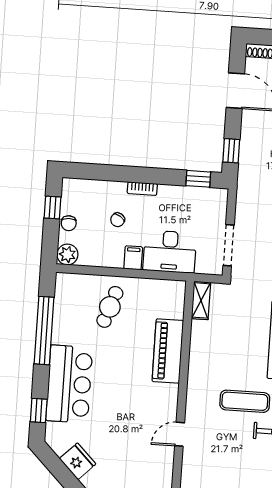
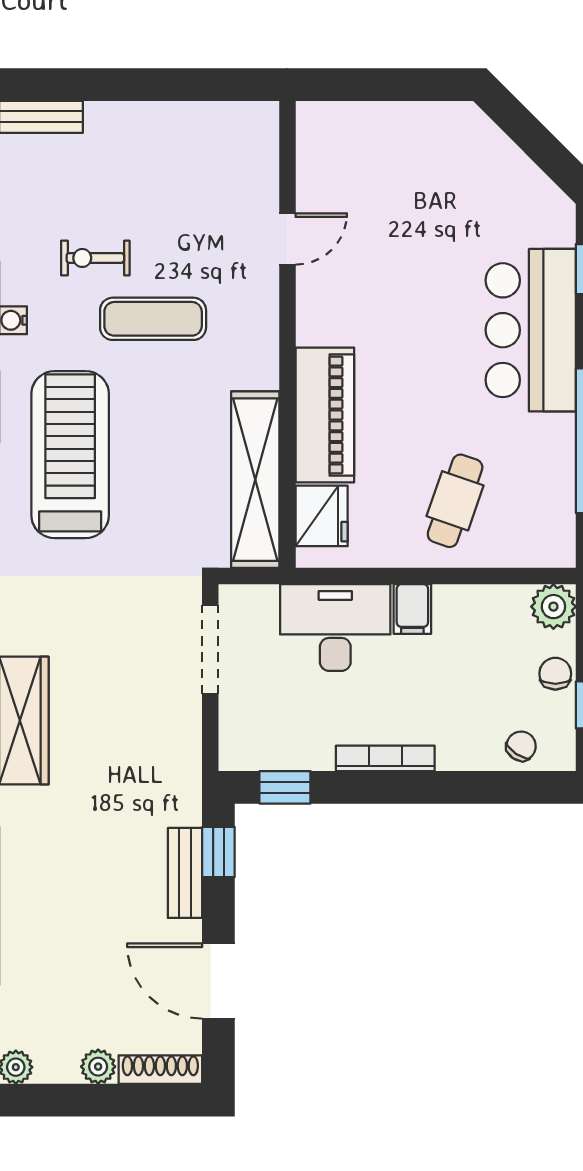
bench: (247, 142) -> (185, 873), added
bookcase: (142, 189) -> (385, 758), width x1.56
chair: (118, 220) -> (521, 746), moved
shelving: (201, 300) -> (255, 480), width x2.20, depth x1.33
fridge: (78, 461) -> (322, 516), moved, turned -135

